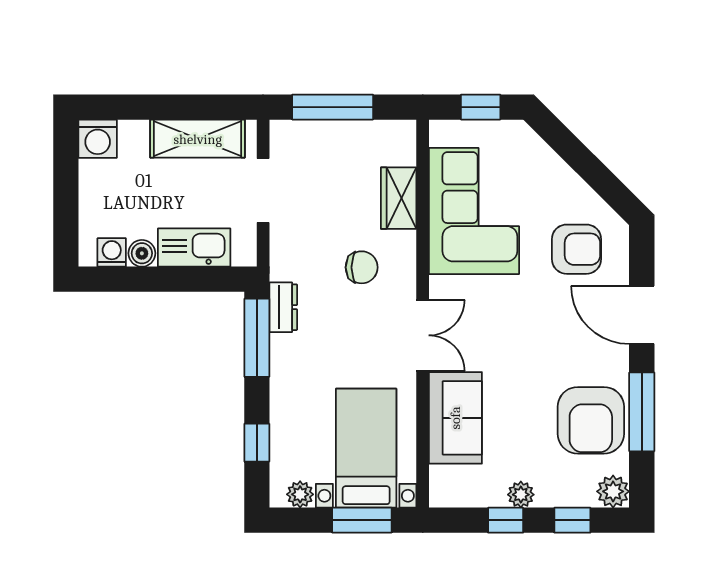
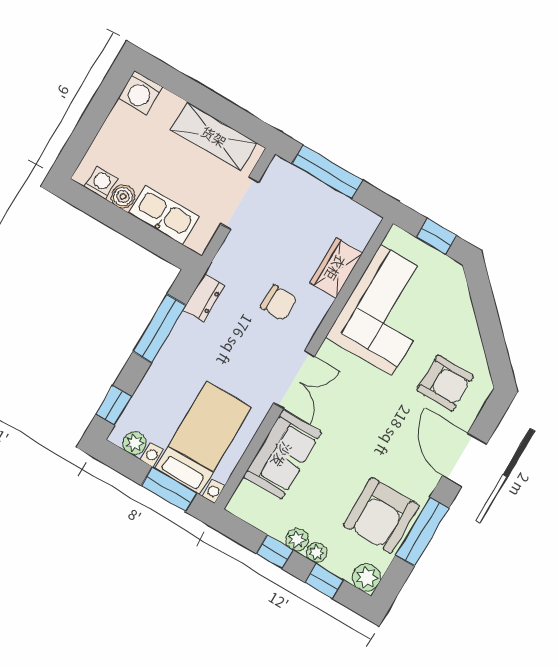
window: (257, 338) -> (159, 328), moved
window: (257, 443) -> (114, 405), moved
plant: (548, 496) -> (317, 553), added

